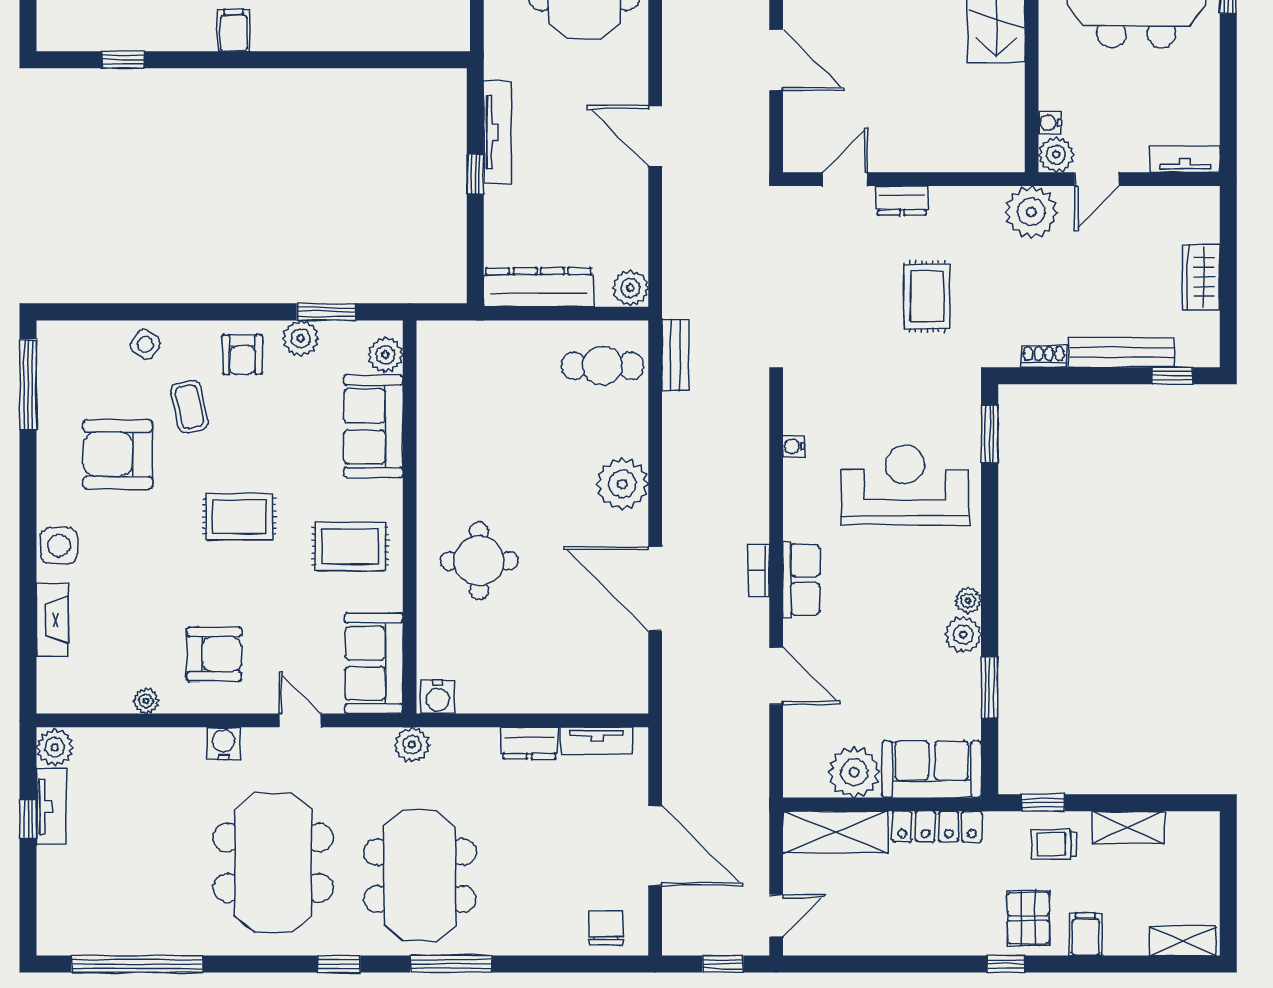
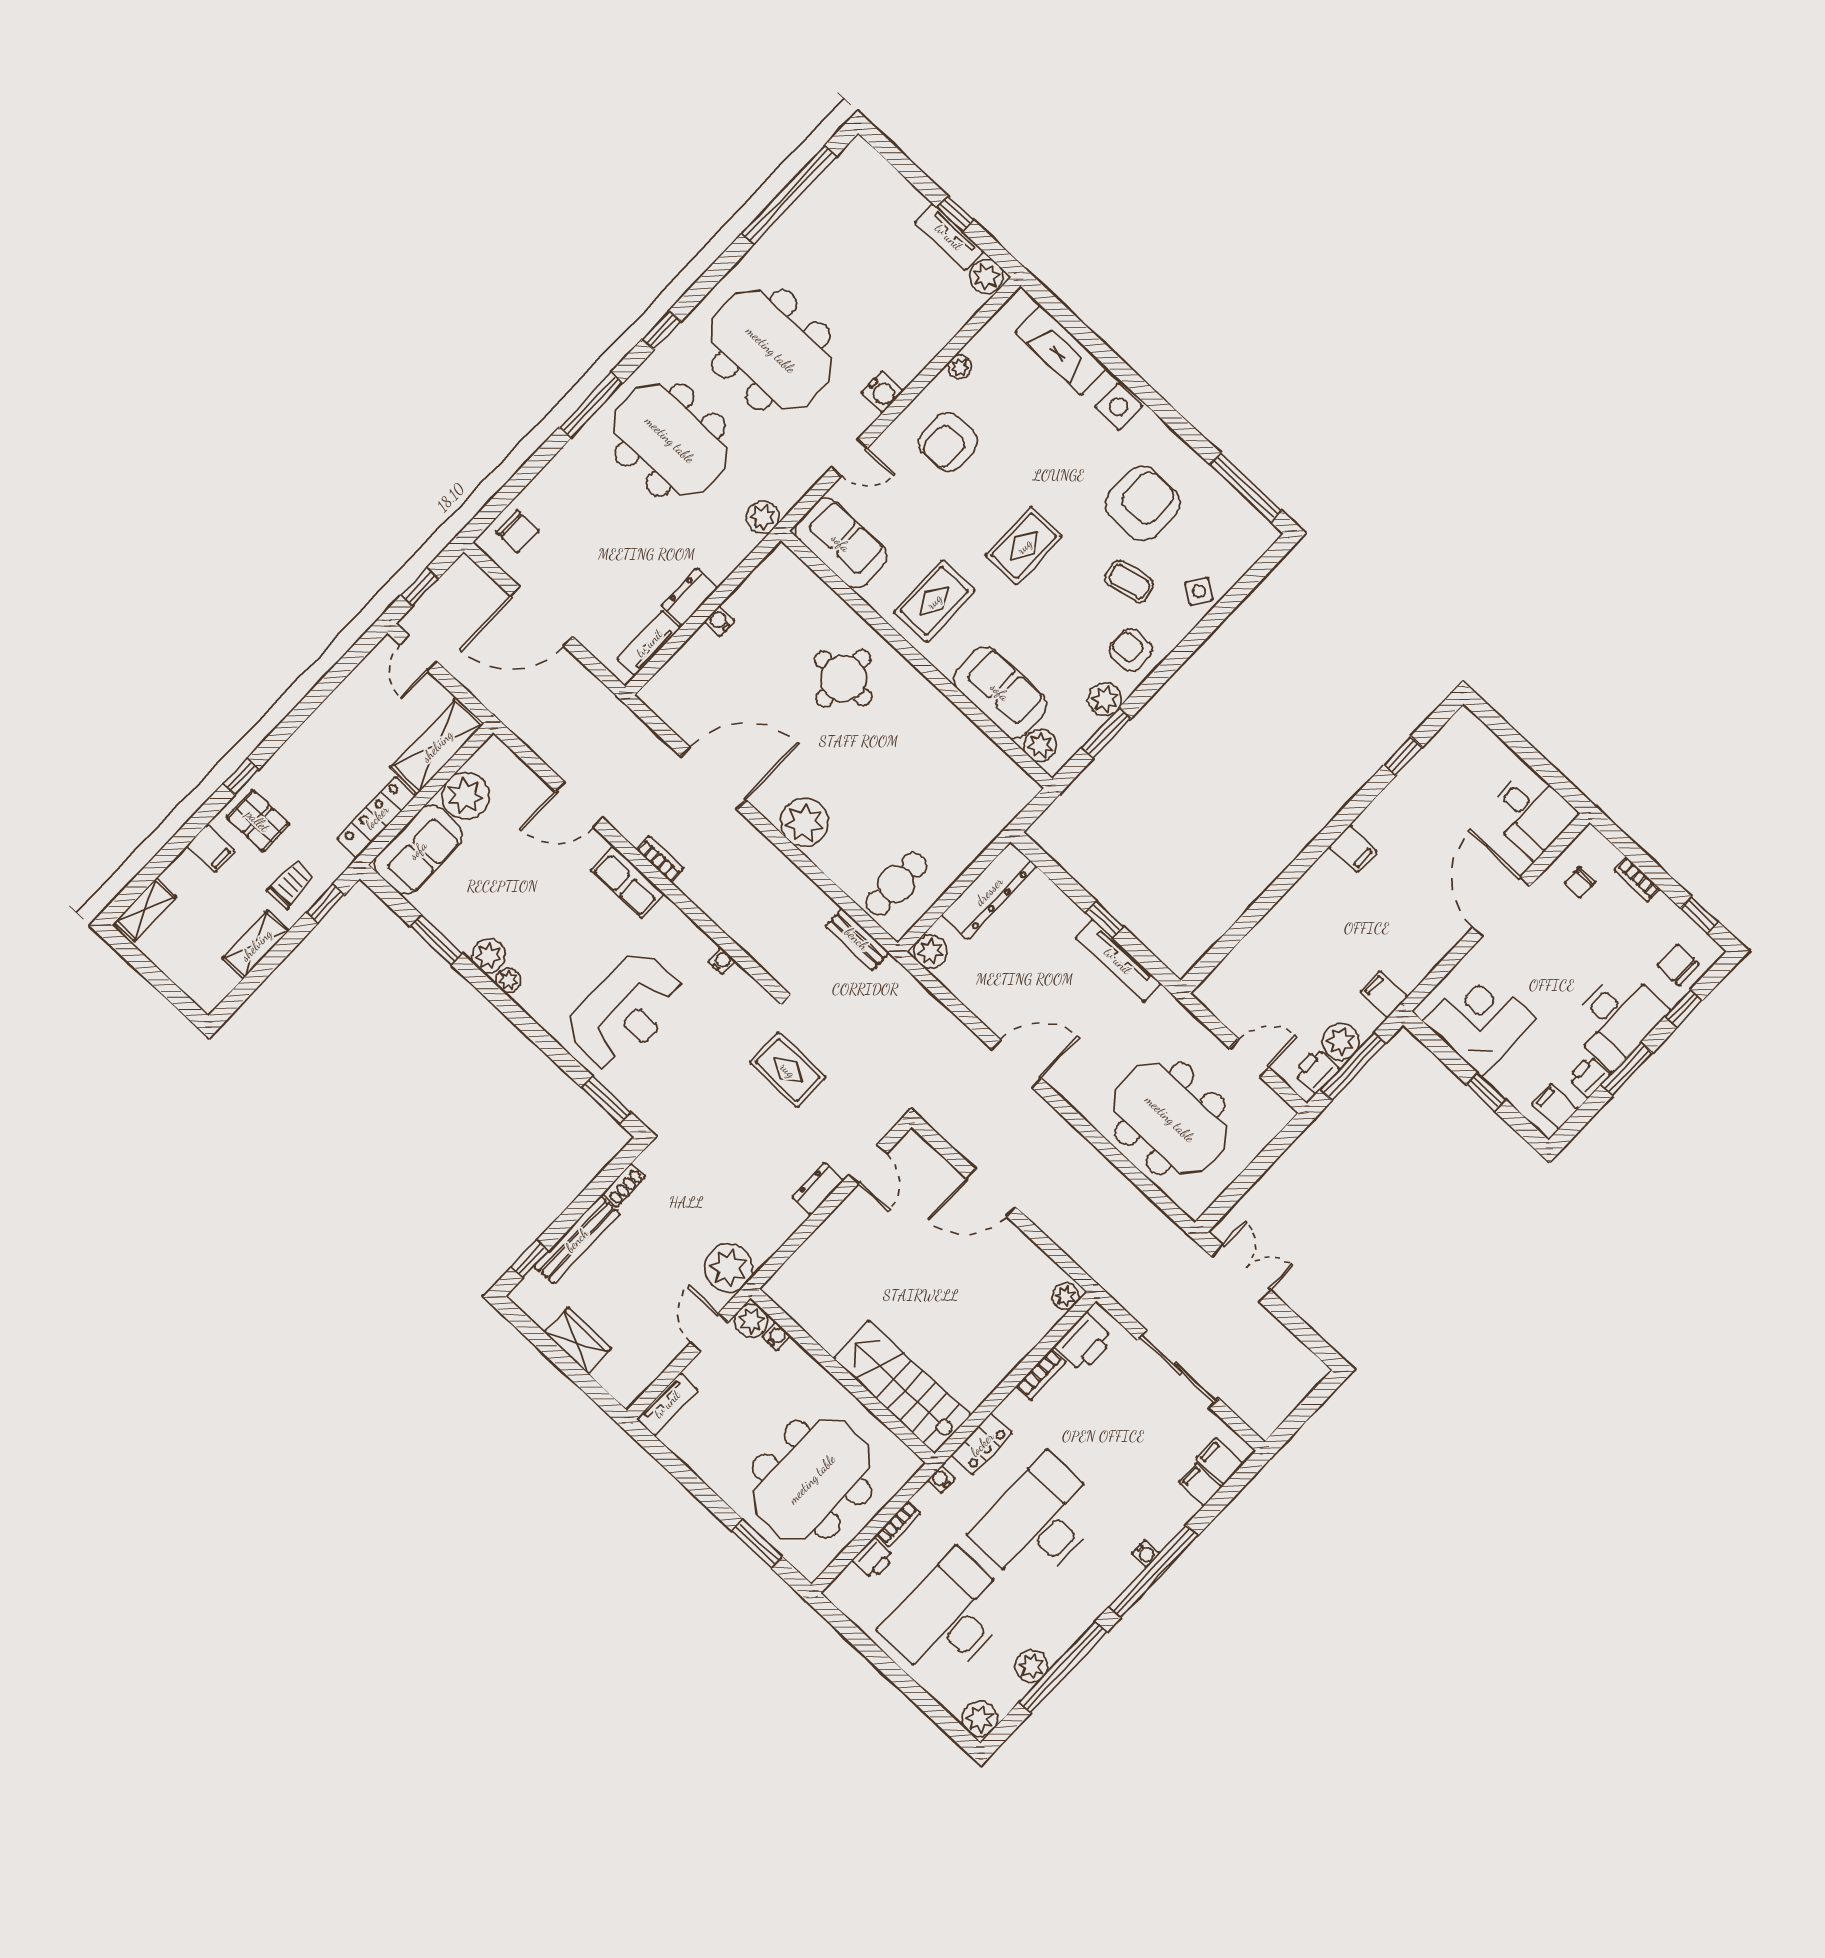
rug: (927, 296) -> (788, 1070), moved
fireplace: (52, 620) -> (1061, 350), width x1.37, depth x1.32
water cooler: (438, 697) -> (719, 621), moved, width x0.72, depth x0.72

